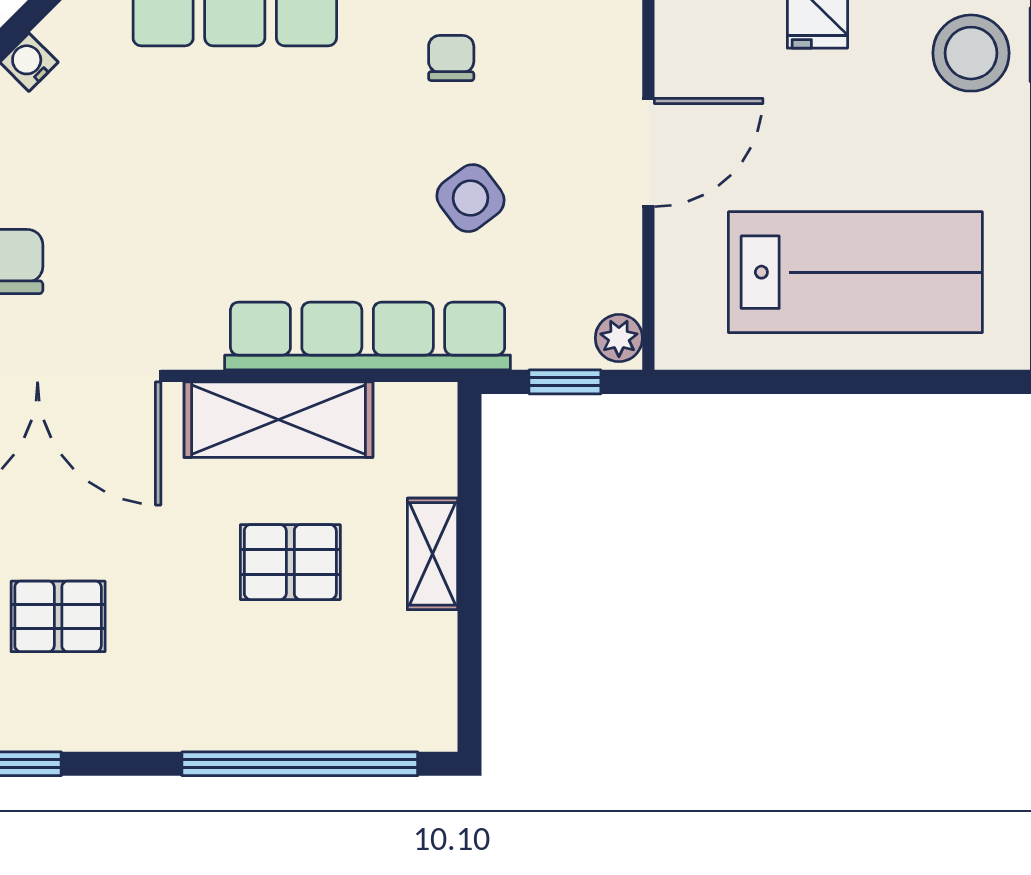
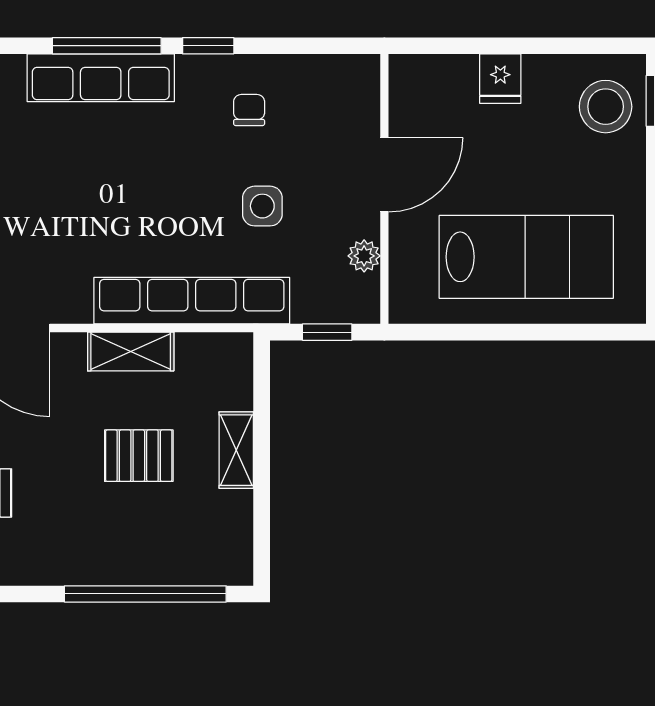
side table: (471, 198) -> (262, 206), turned 37
plant: (619, 338) -> (364, 256), moved
shelving: (278, 420) -> (131, 352), width x0.67, depth x0.75

